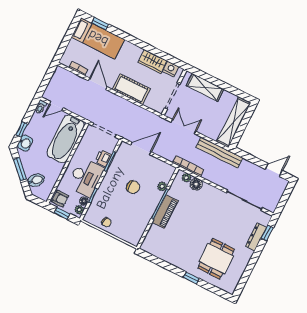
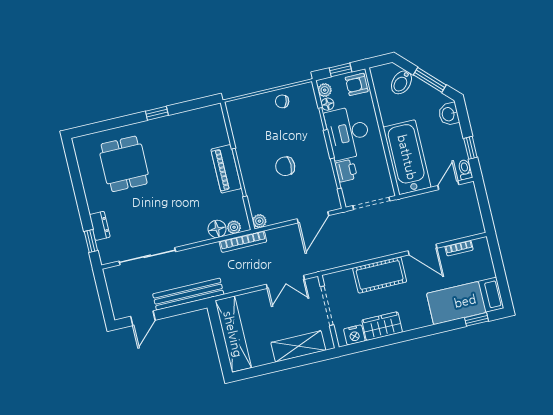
window: (22, 129) -> (470, 148), moved
bench: (219, 153) -> (188, 294), moved
plant: (162, 186) -> (259, 221), moved
dresser: (256, 237) -> (100, 226), width x0.70
window: (191, 278) -> (157, 113), moved

